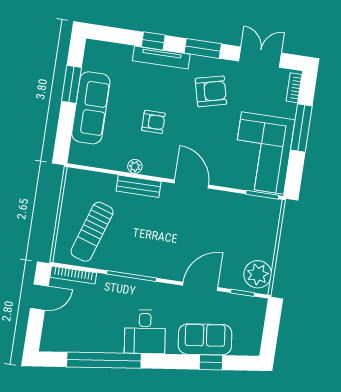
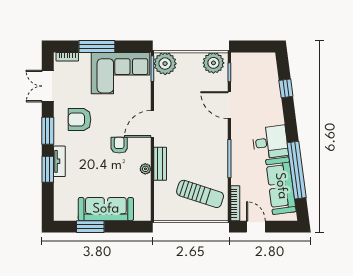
window: (153, 41) -> (48, 169), width x1.50
tv unit: (161, 57) -> (59, 161), width x0.71
armchair: (211, 91) -> (79, 120), turned -76
armchair: (153, 122) -> (119, 145), moved
plant: (266, 212) -> (165, 64), added
sofa: (205, 339) -> (281, 186), moved, width x1.36

